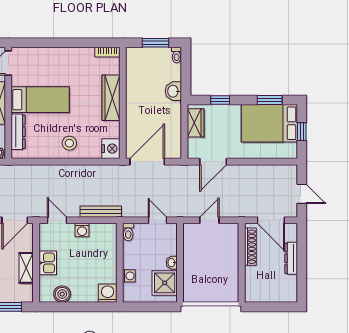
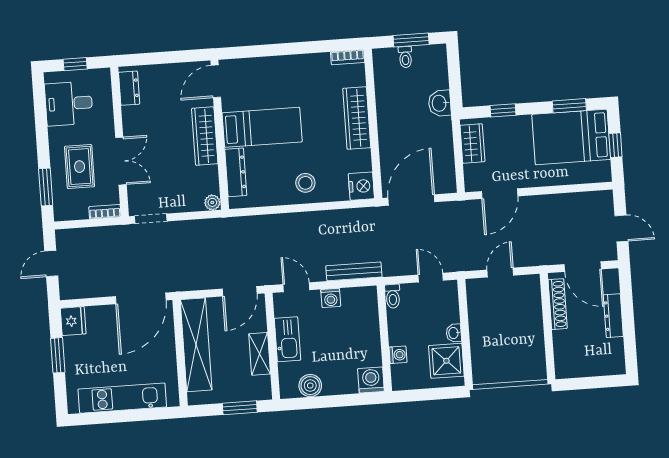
toilet: (177, 55) -> (405, 57), moved
kitchen sink: (48, 263) -> (287, 339), width x1.38

